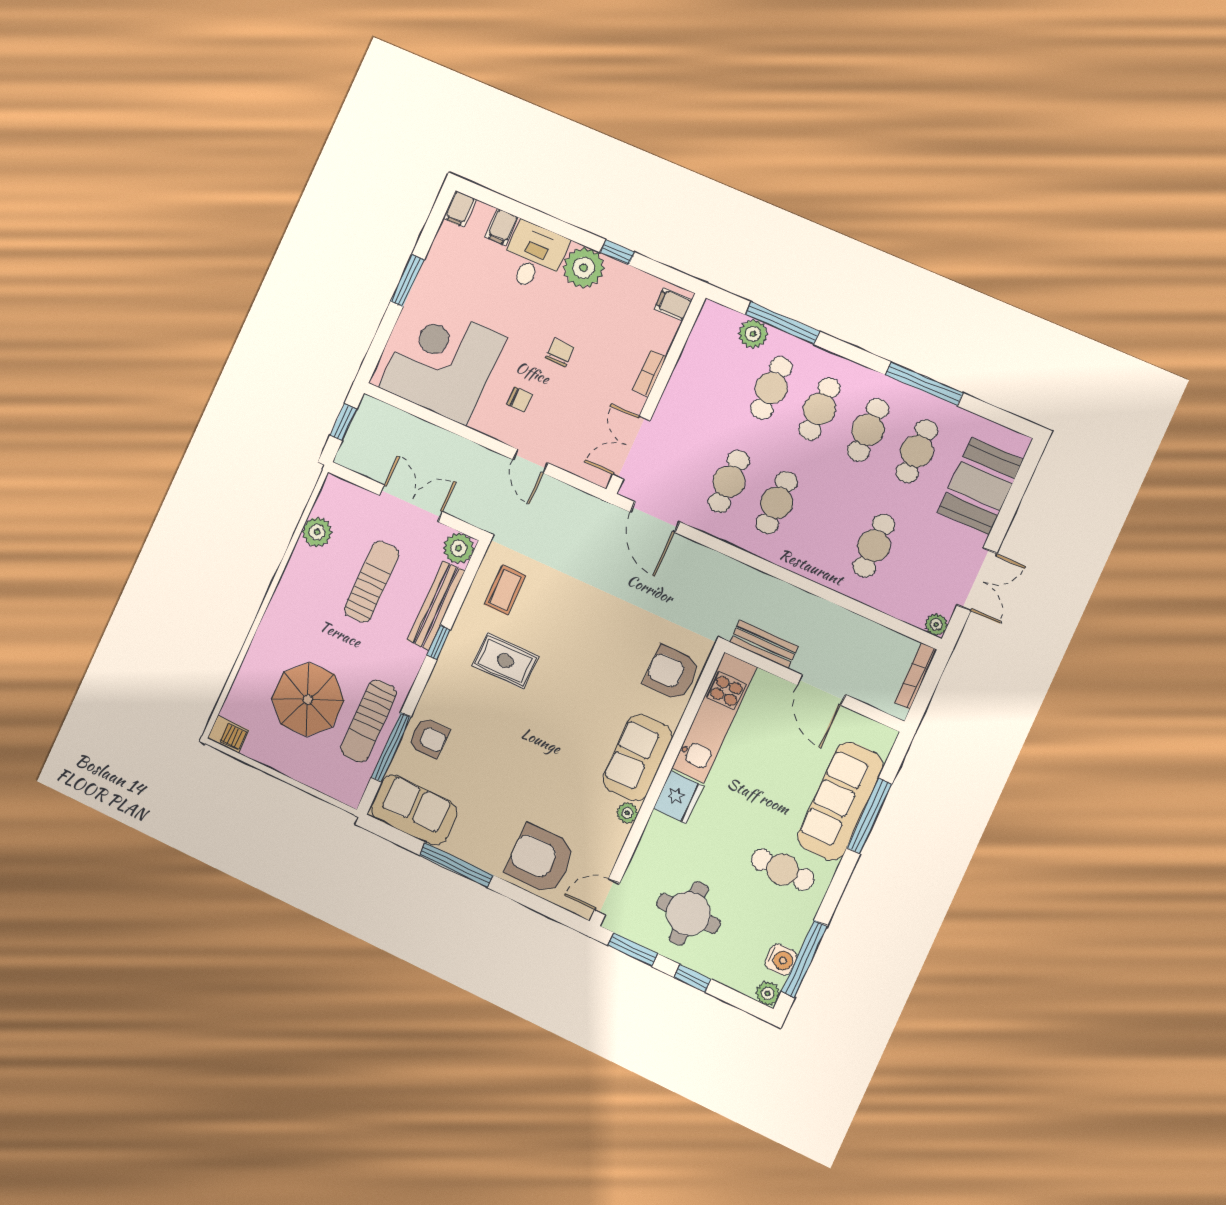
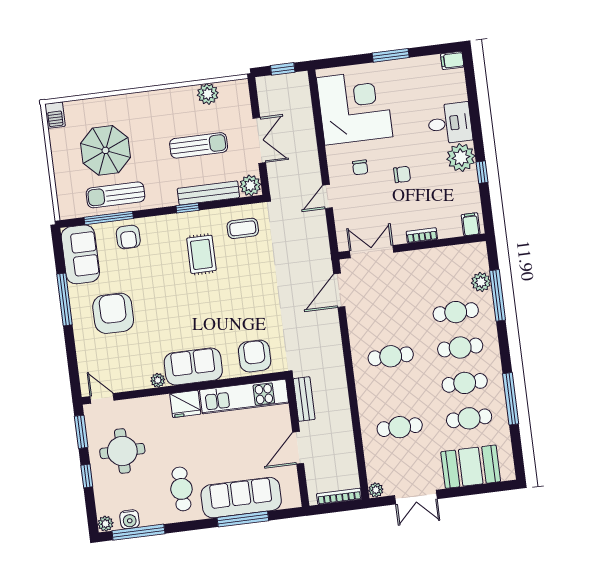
filing cabinet: (502, 227) -> (456, 93), removed
cafe table: (729, 482) -> (386, 321), removed
armchair: (540, 859) -> (113, 313), moved

